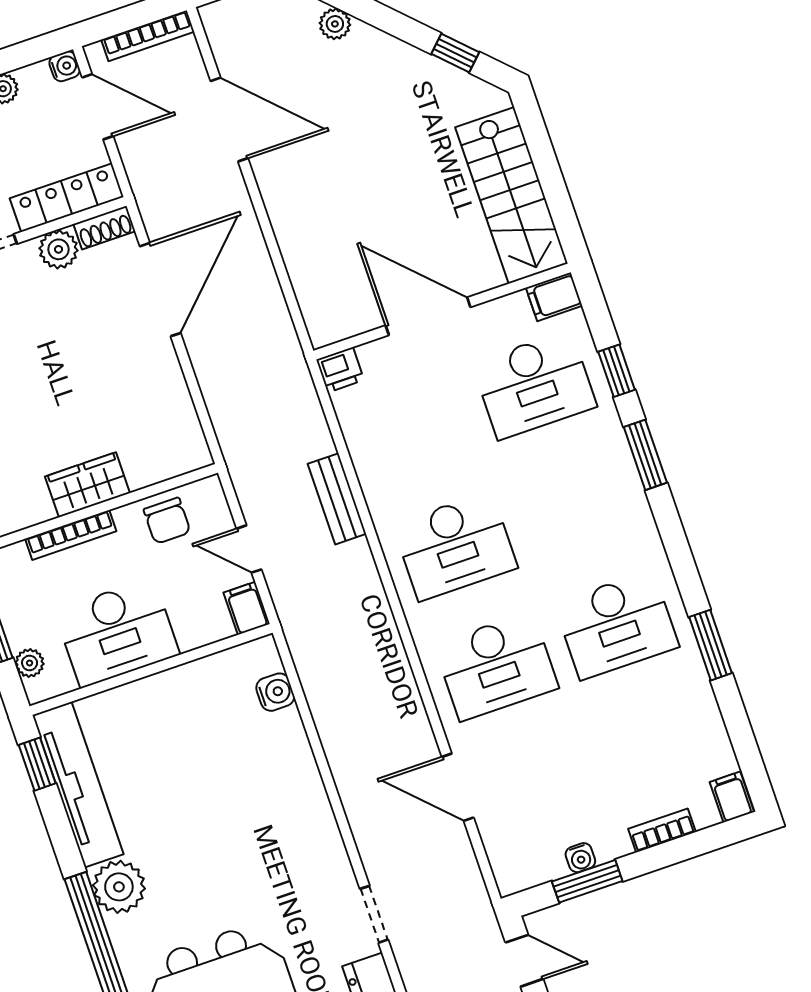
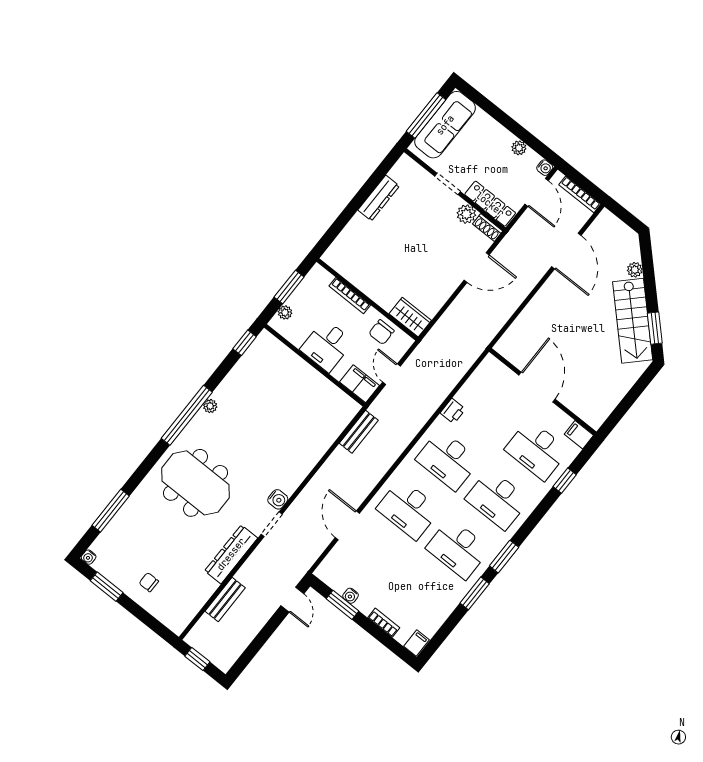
window: (455, 53) -> (655, 328), width x1.50
stairs: (512, 195) -> (633, 321), moved, turned -45
door: (160, 290) -> (477, 267), width x0.73
printer: (340, 370) -> (453, 411), moved, turned -90
window: (645, 455) -> (504, 557), moved
wardrobe: (87, 485) -> (410, 317), moved
bench: (337, 499) -> (359, 432), moved
desk: (575, 505) -> (497, 499), added
filing cabinet: (247, 608) -> (359, 384), width x2.00
desk: (117, 633) -> (327, 346), width x0.73
water cooler: (275, 692) -> (278, 499), moved
tv unit: (78, 785) -> (247, 365), removed
plant: (119, 887) -> (210, 406), width x0.53, depth x0.53

